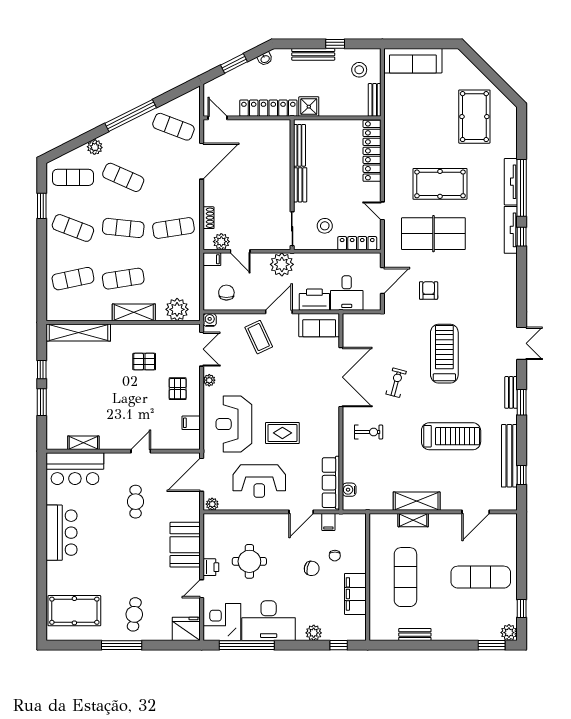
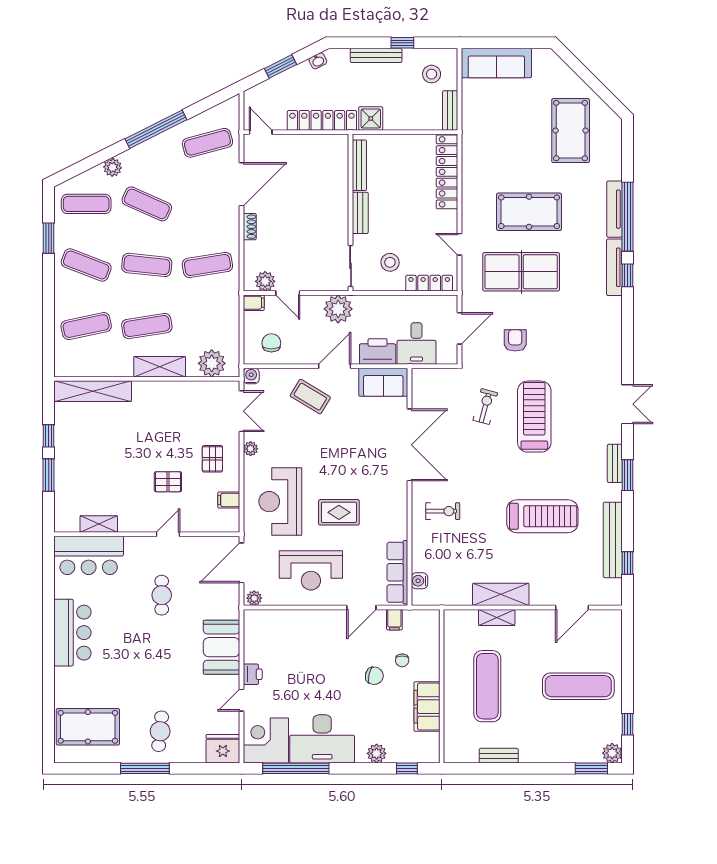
exercise mat: (173, 127) -> (207, 143), turned -36
shoe rack: (209, 218) -> (250, 227), moved
coffee table: (259, 337) -> (310, 397), turned -34
pallet: (144, 362) -> (168, 482), moved
exercise bike: (396, 383) -> (485, 406), moved
round table: (249, 561) -> (299, 667), removed

